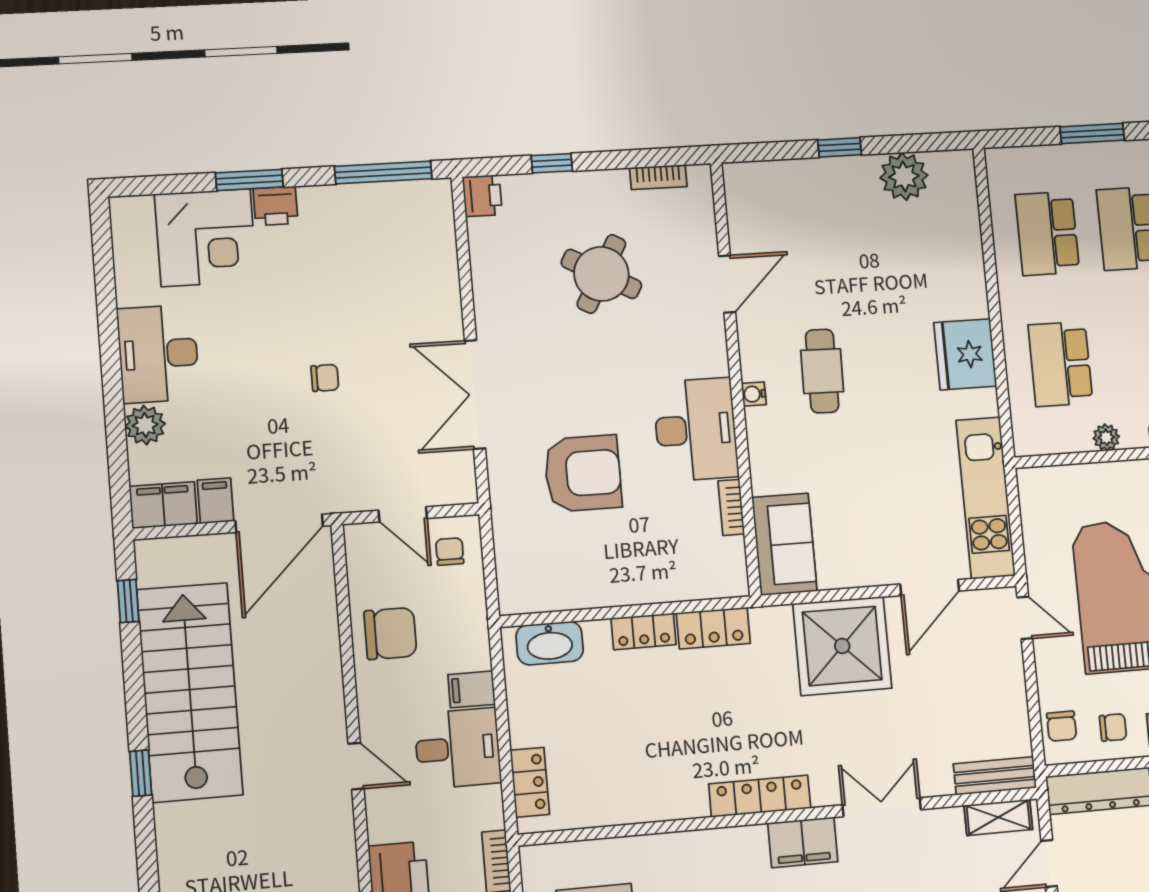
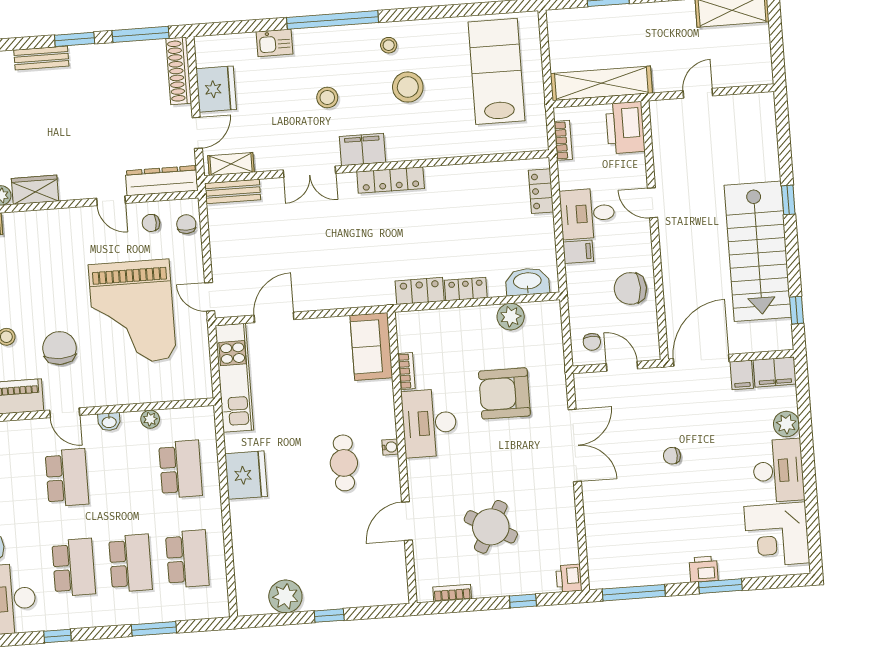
corner desk: (206, 238) -> (777, 535), moved, turned -90
plant: (575, 590) -> (511, 317), added
shower: (842, 646) -> (334, 279), removed

